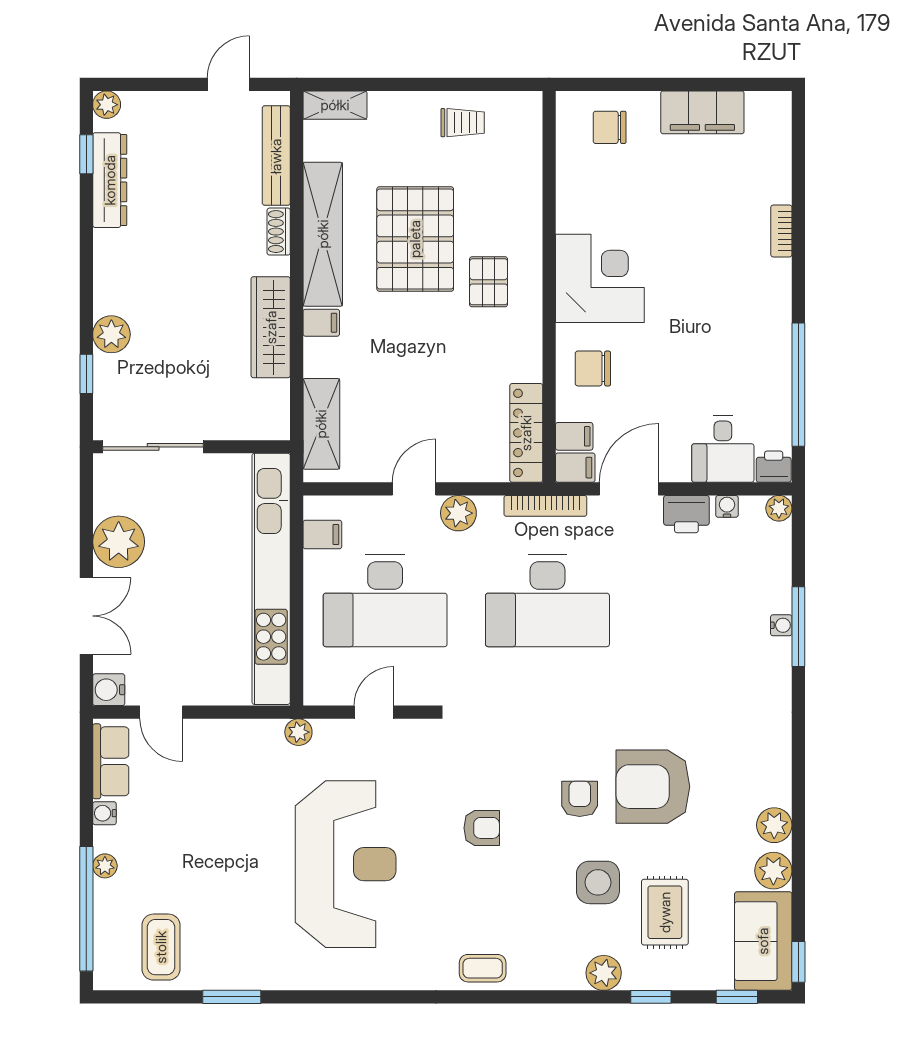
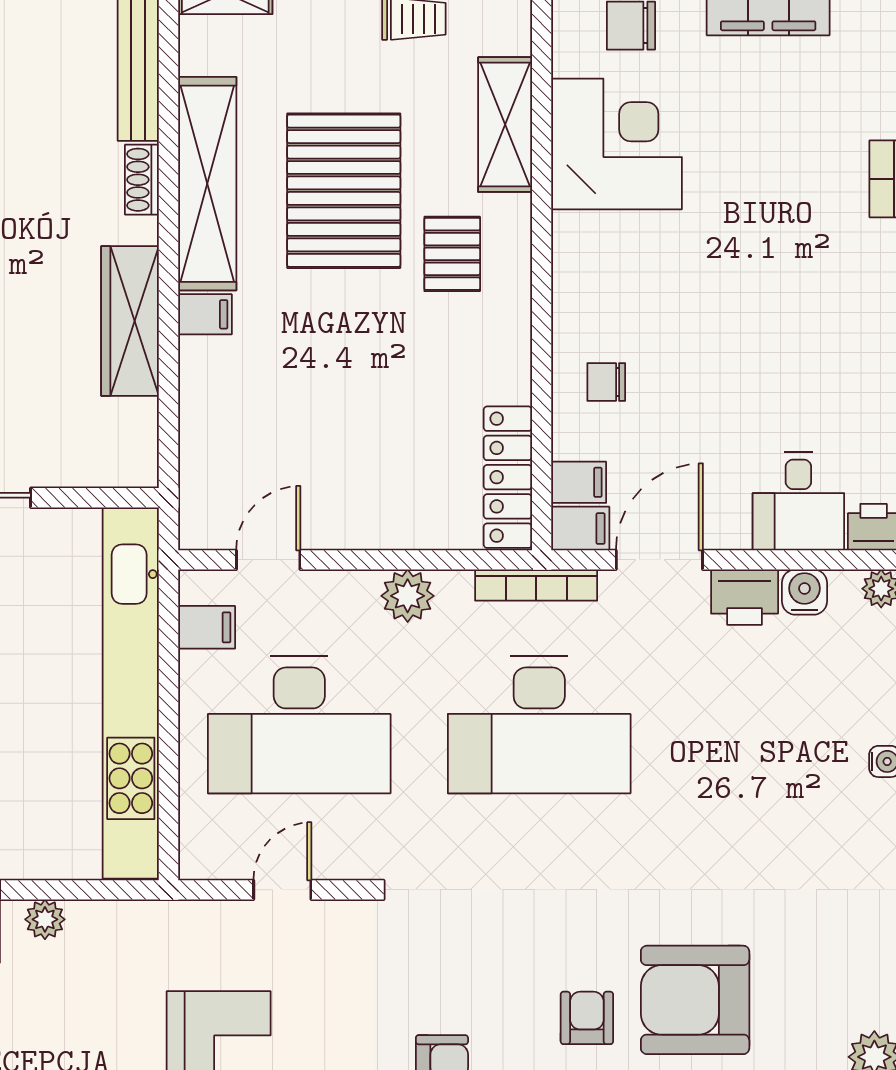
corner desk: (600, 278) -> (617, 144), moved
chair: (593, 368) -> (606, 382), width x0.73, depth x0.73
shelving: (321, 424) -> (505, 125), moved
door: (414, 489) -> (268, 560), moved
water cooler: (727, 506) -> (804, 592), width x1.38, depth x1.38
plant: (298, 732) -> (45, 919), moved

